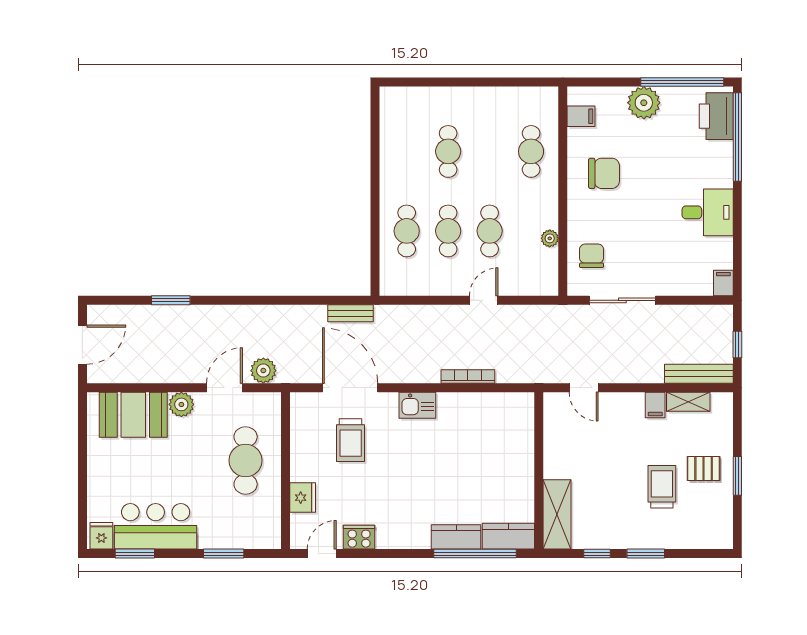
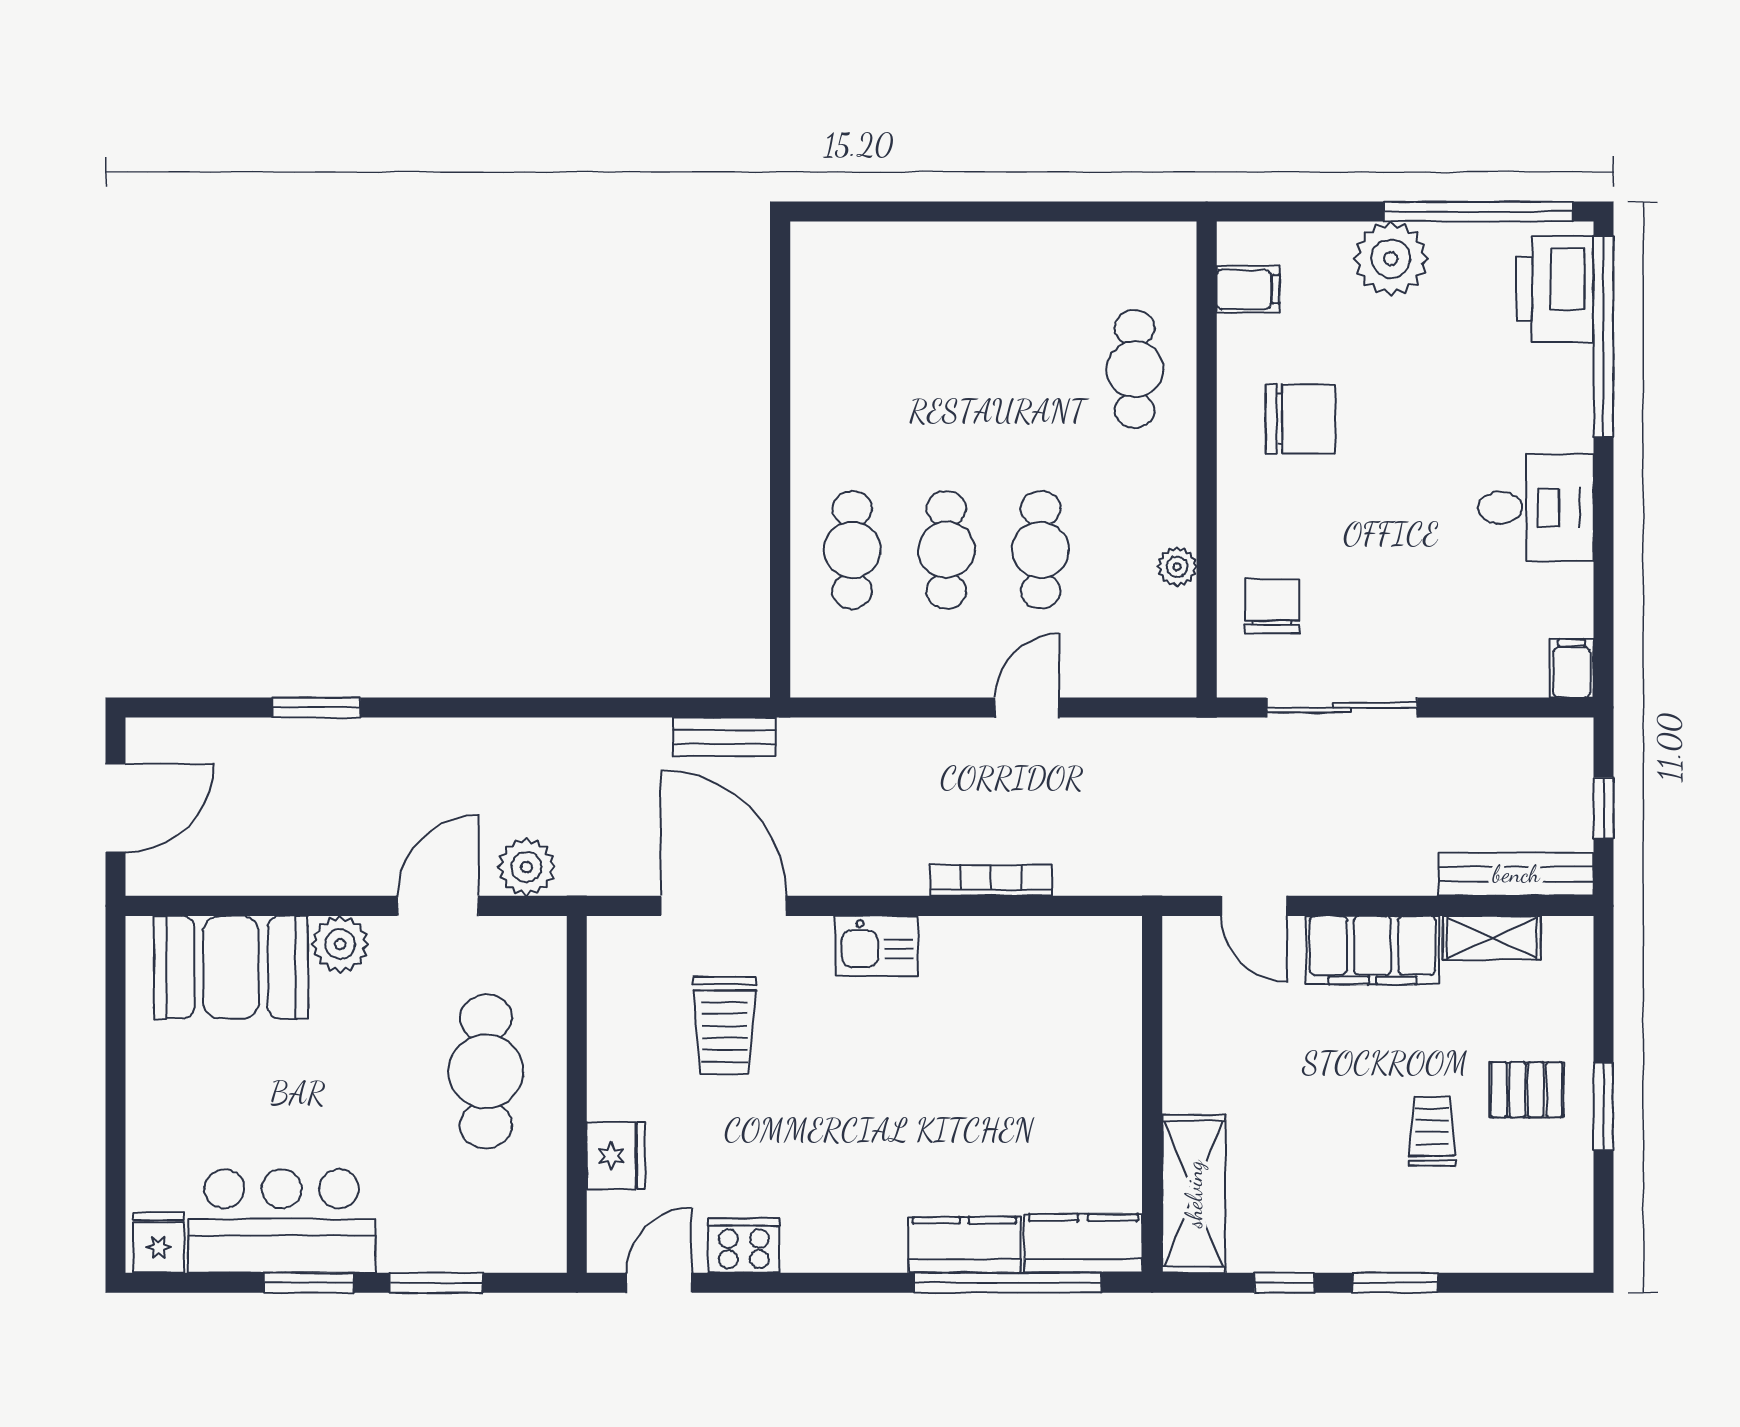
cafe table: (448, 151) -> (946, 369), removed
filing cabinet: (655, 405) -> (1373, 950), width x3.00, depth x1.17
trolley: (662, 487) -> (1432, 1131), width x0.73, depth x0.72
window: (135, 554) -> (309, 1283), moved

